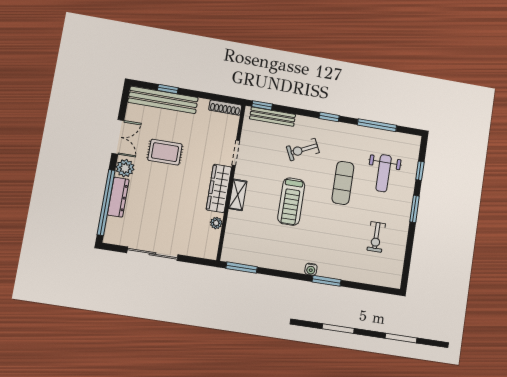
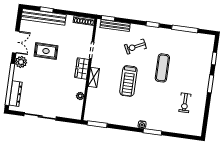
weight bench: (384, 173) -> (190, 61), removed
wardrobe: (219, 188) -> (82, 69), width x0.67
dresser: (118, 197) -> (16, 94), moved

